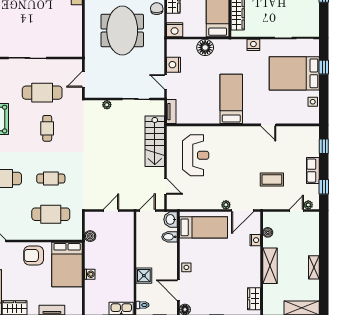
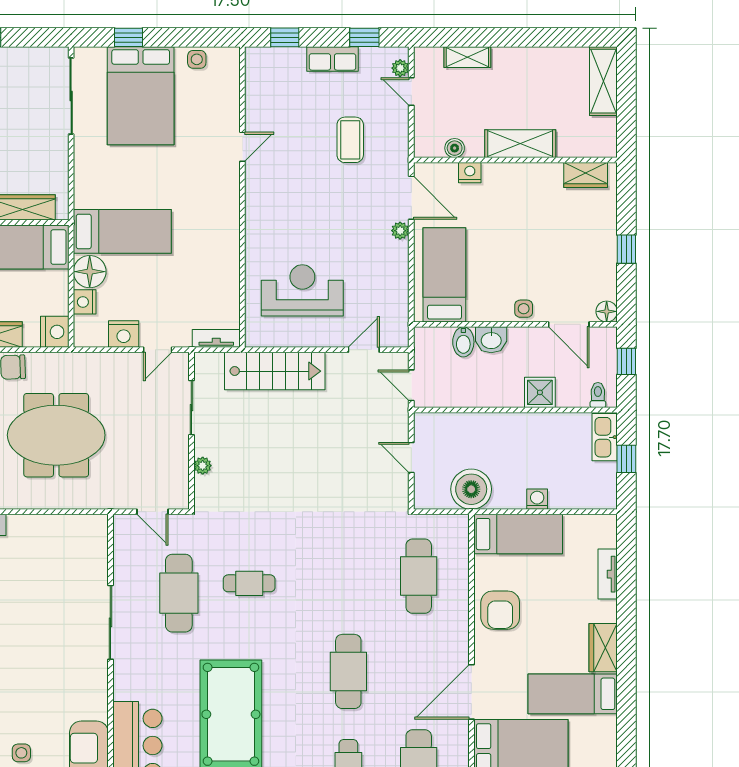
nightstand: (253, 45) -> (85, 302), moved
bed: (231, 99) -> (122, 231), moved, turned 180
cafe table: (51, 179) -> (348, 576), removed
washbasin: (171, 219) -> (491, 340), moved
boiler: (90, 236) -> (471, 489), width x1.86, depth x1.86
bed: (67, 265) -> (518, 534), width x0.67
shelving: (314, 267) -> (467, 57), moved
door: (178, 290) -> (569, 324), hinge flipped

